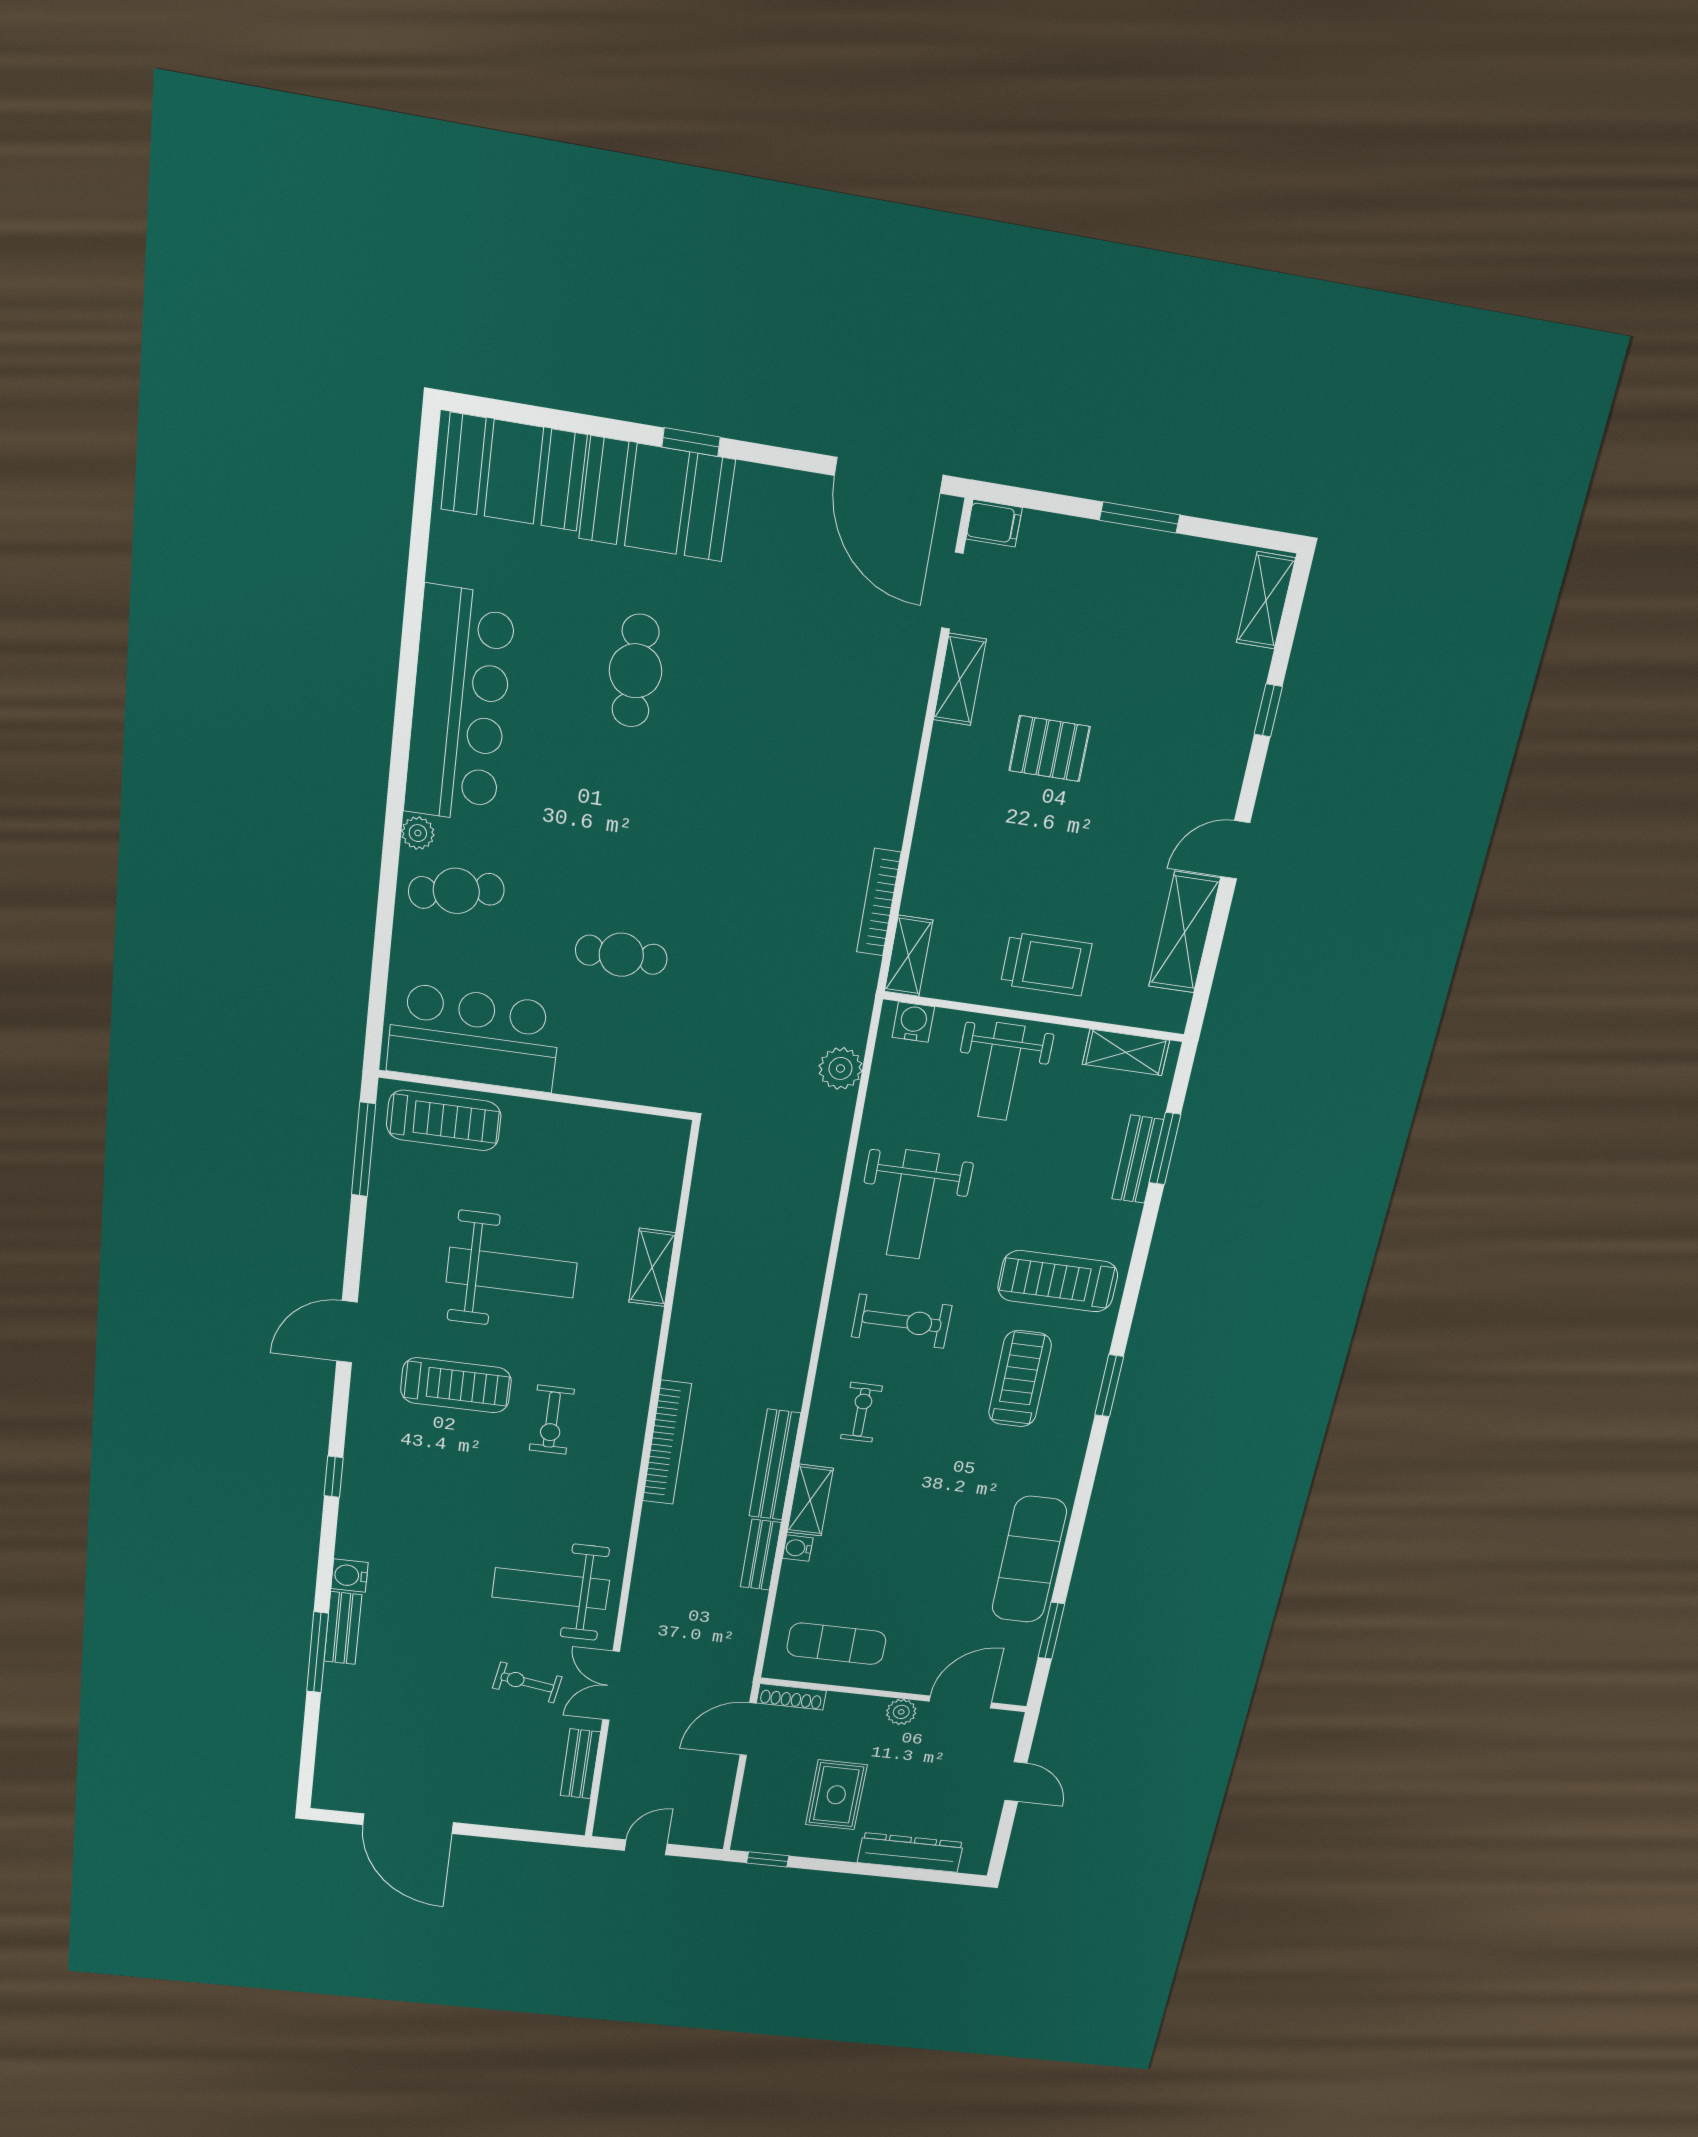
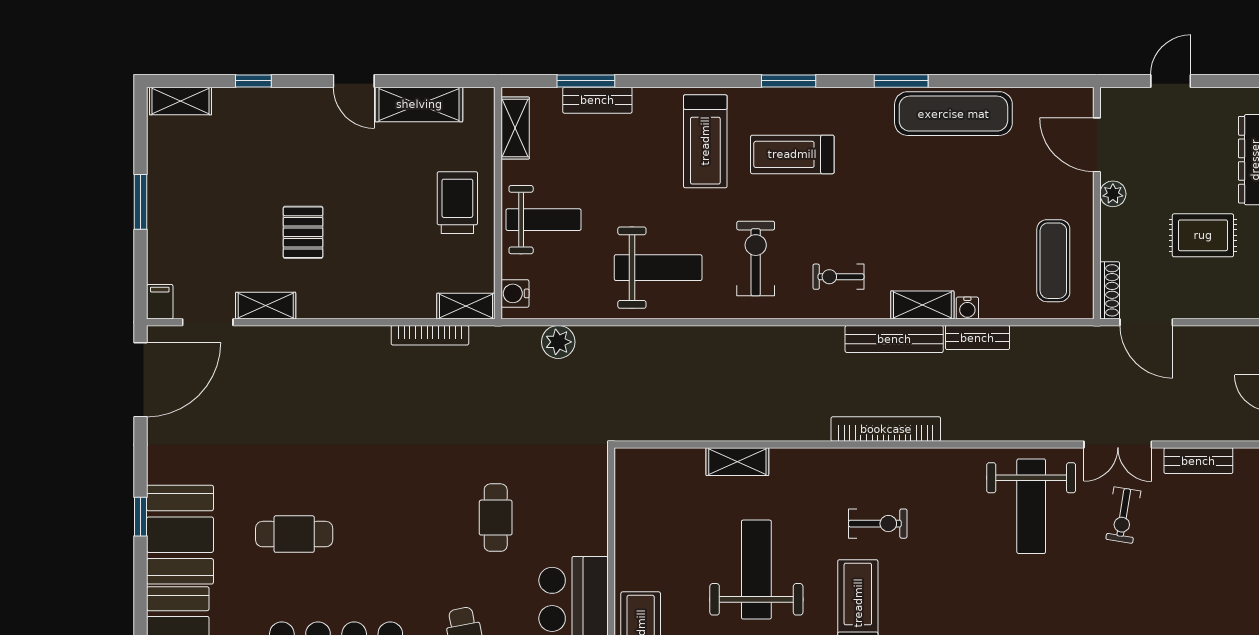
window: (1051, 1631) -> (901, 81), moved

